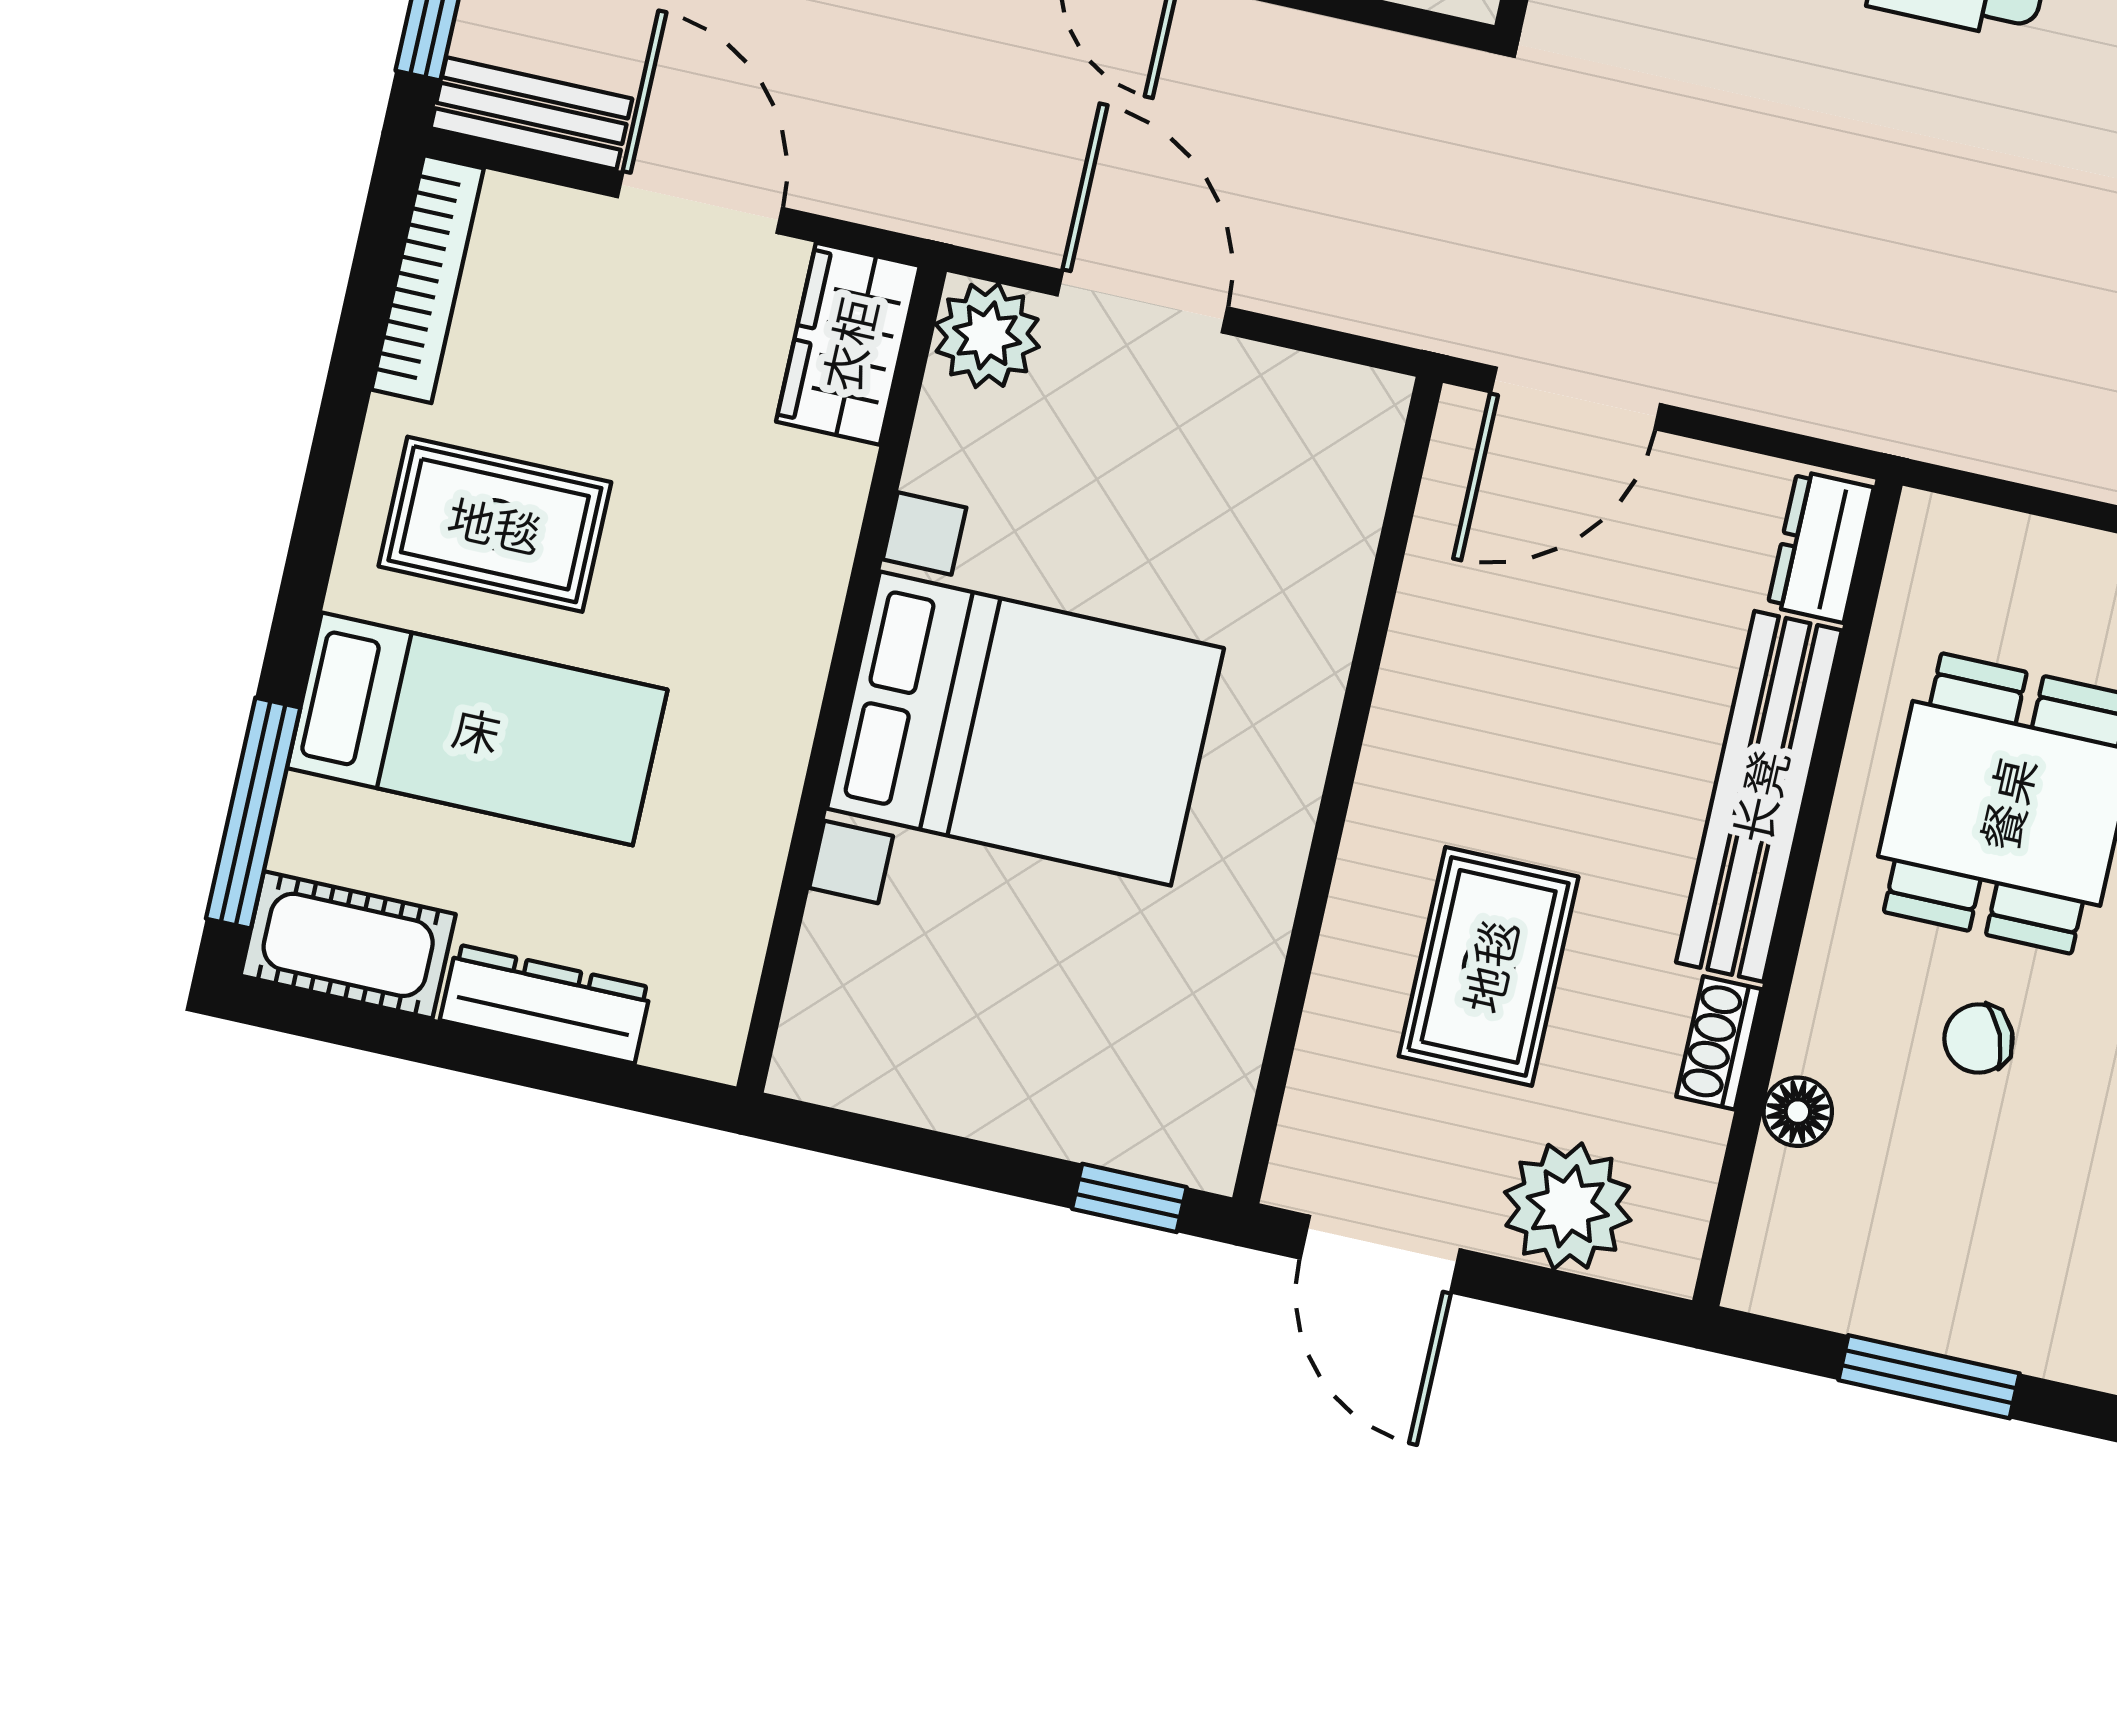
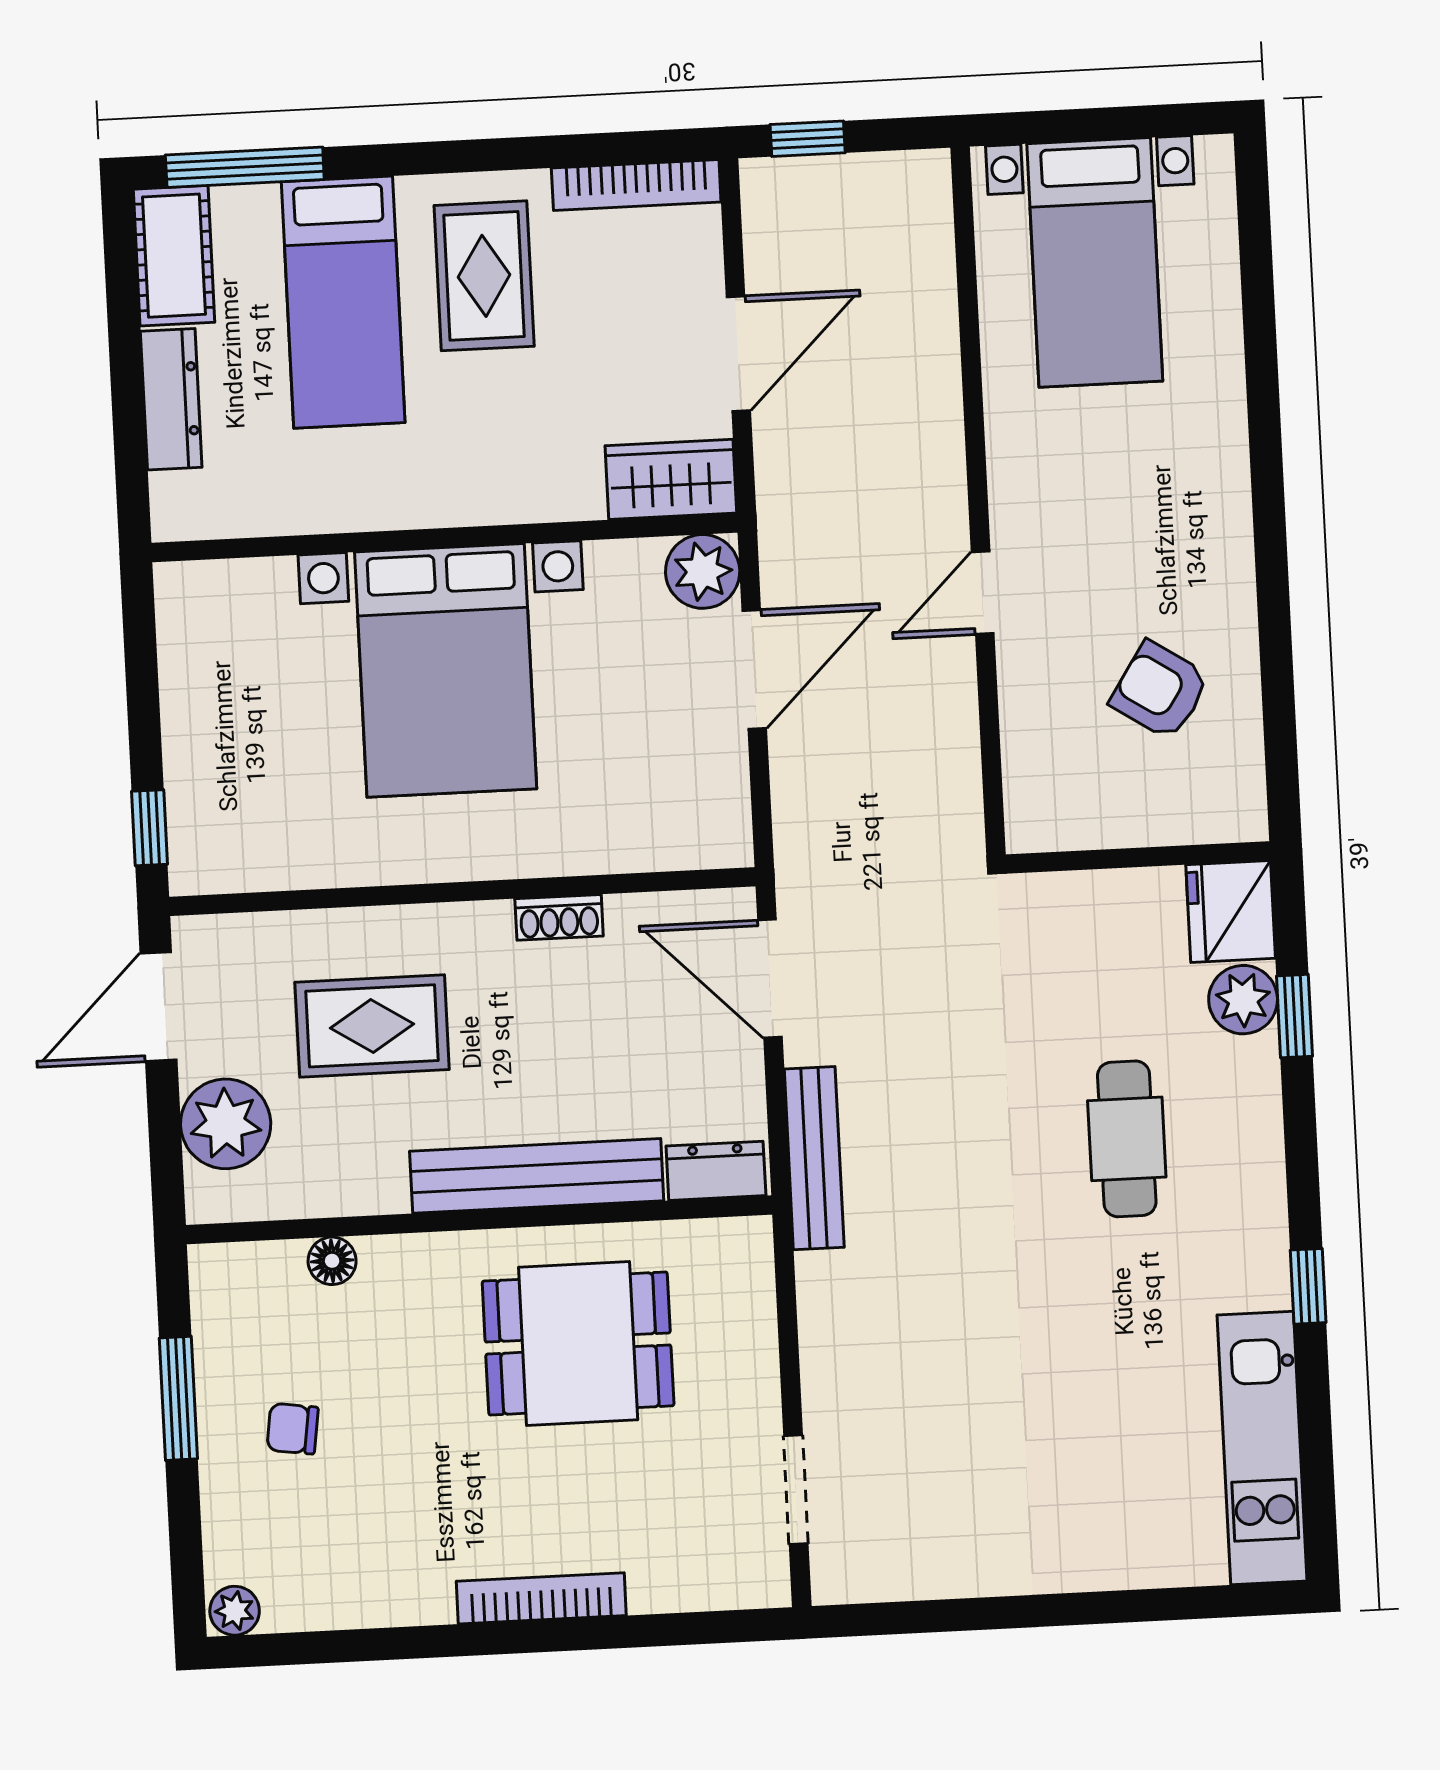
bench: (531, 113) -> (814, 1158), moved, width x1.36
chair: (1978, 1039) -> (293, 1429), moved, turned -59
shoe rack: (1719, 1043) -> (559, 917), moved, turned 180

